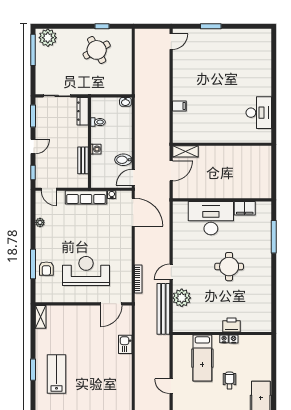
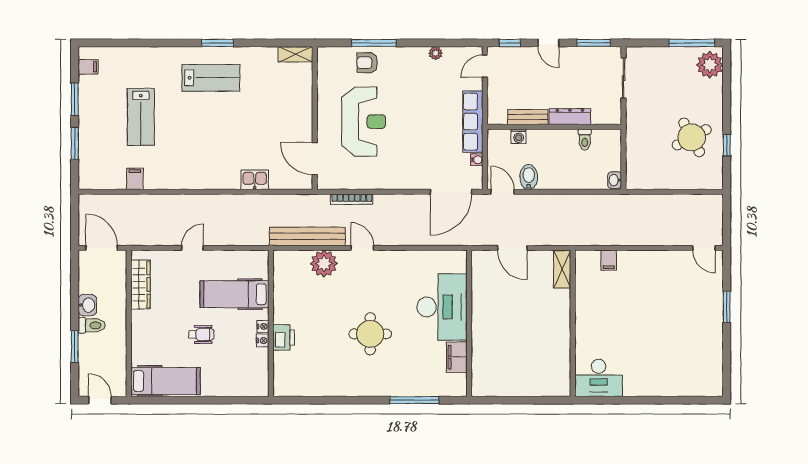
dresser: (83, 111) -> (570, 117), moved
wall: (222, 144) -> (573, 323), moved
washing machine: (96, 149) -> (519, 136), moved
shelving: (186, 151) -> (562, 269), moved

